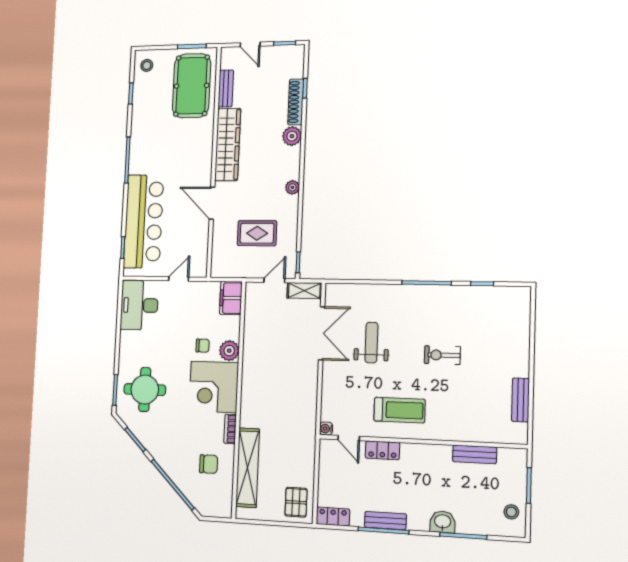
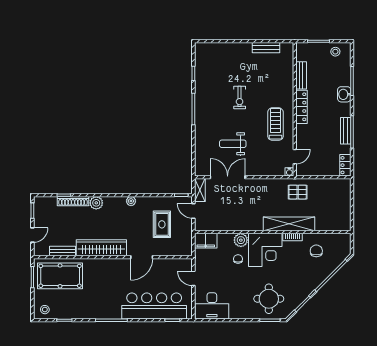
locker: (382, 450) -> (301, 107), moved, width x1.53
shelving: (248, 468) -> (289, 224), moved
pallet: (296, 502) -> (298, 192), moved

